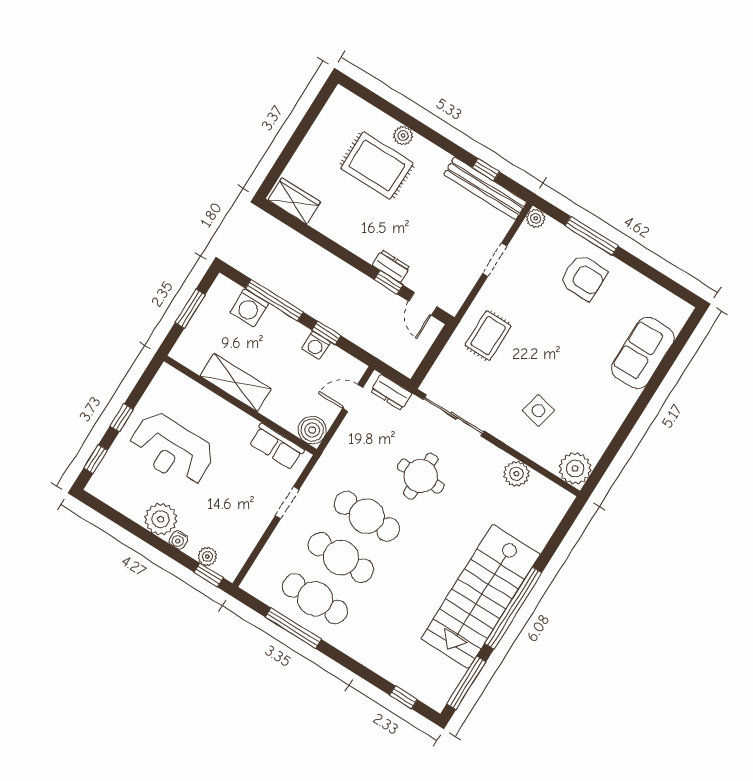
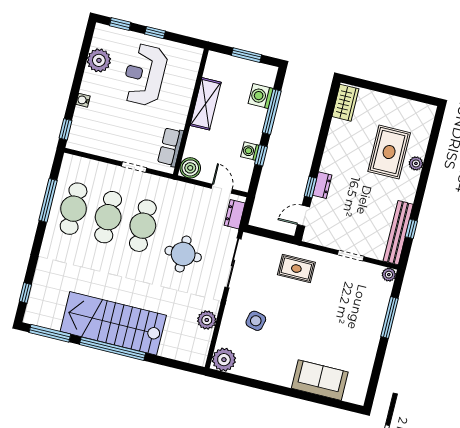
armchair: (583, 277) -> (359, 321), removed
plant: (161, 519) -> (99, 60), moved
plant: (207, 556) -> (78, 124), removed

